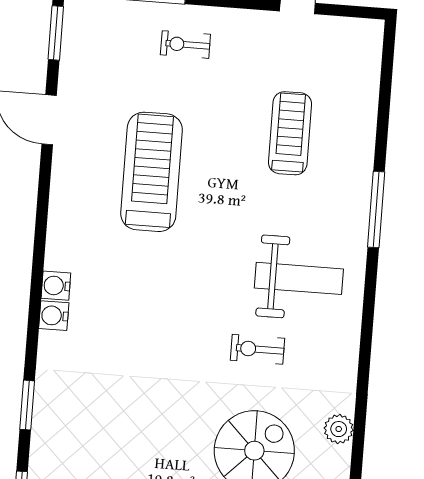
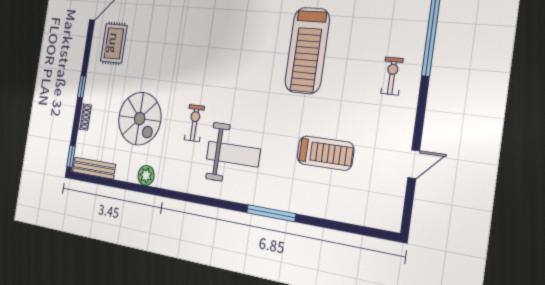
treadmill: (152, 172) -> (307, 50), turned 90
weight bench: (299, 278) -> (233, 154), turned -90

